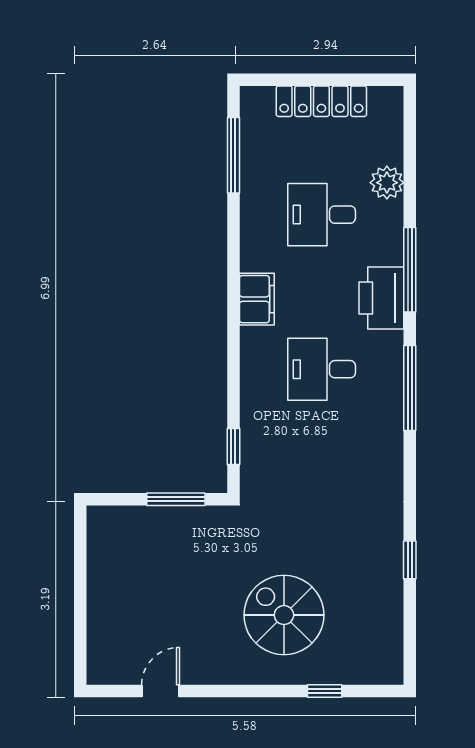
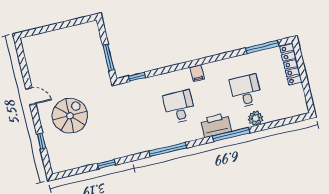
locker: (321, 101) -> (291, 64), moved
plant: (387, 183) -> (255, 118), moved
filing cabinet: (257, 299) -> (197, 73), width x0.50
window: (410, 388) -> (168, 149), moved
door: (160, 691) -> (31, 96), moved

